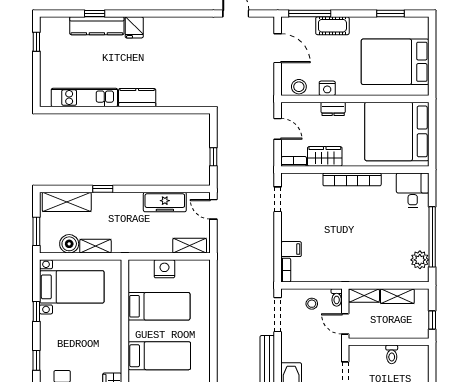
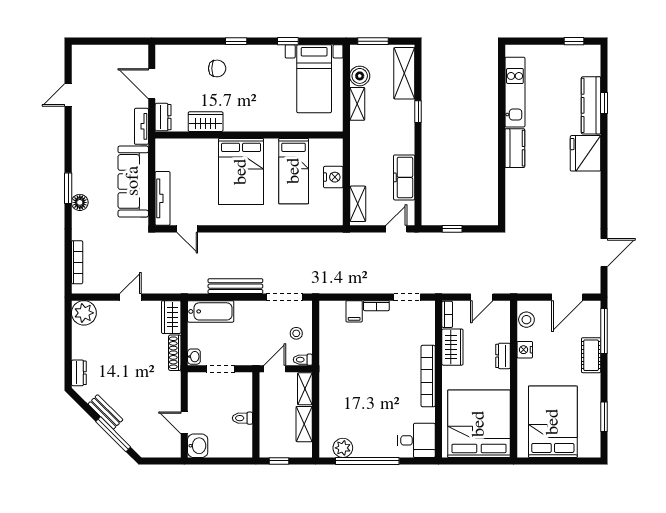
fridge: (134, 27) -> (585, 153), width x1.88, depth x1.34
bookcase: (286, 270) -> (376, 306), moved
bed: (159, 356) -> (241, 172), width x1.50

